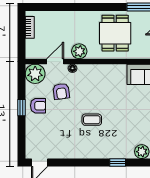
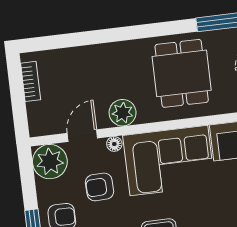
corner sofa: (102, 81) -> (169, 161), added
armchair: (61, 91) -> (99, 187), turned 95

